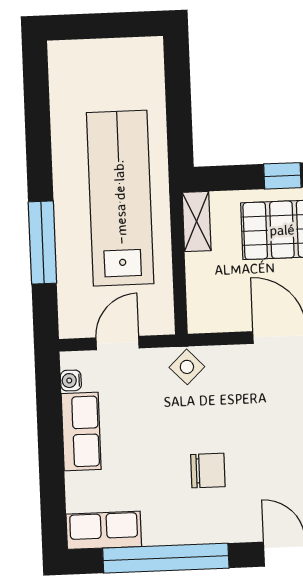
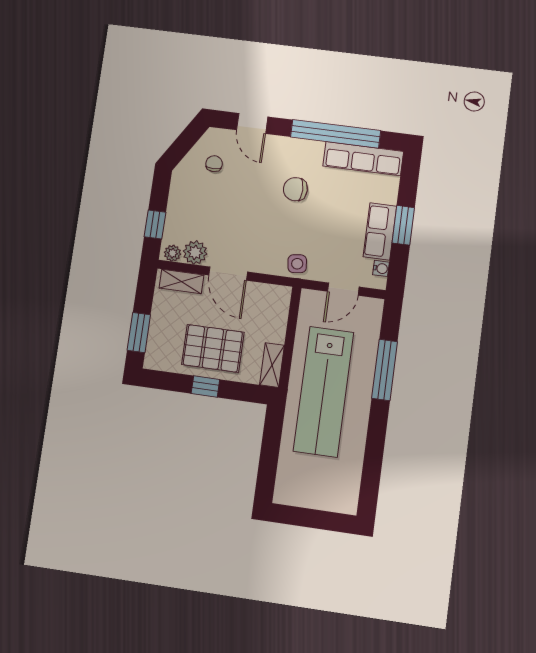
side table: (187, 367) -> (297, 264), turned 37
window: (51, 446) -> (403, 225), added
row of seats: (104, 530) -> (363, 159), width x1.48

